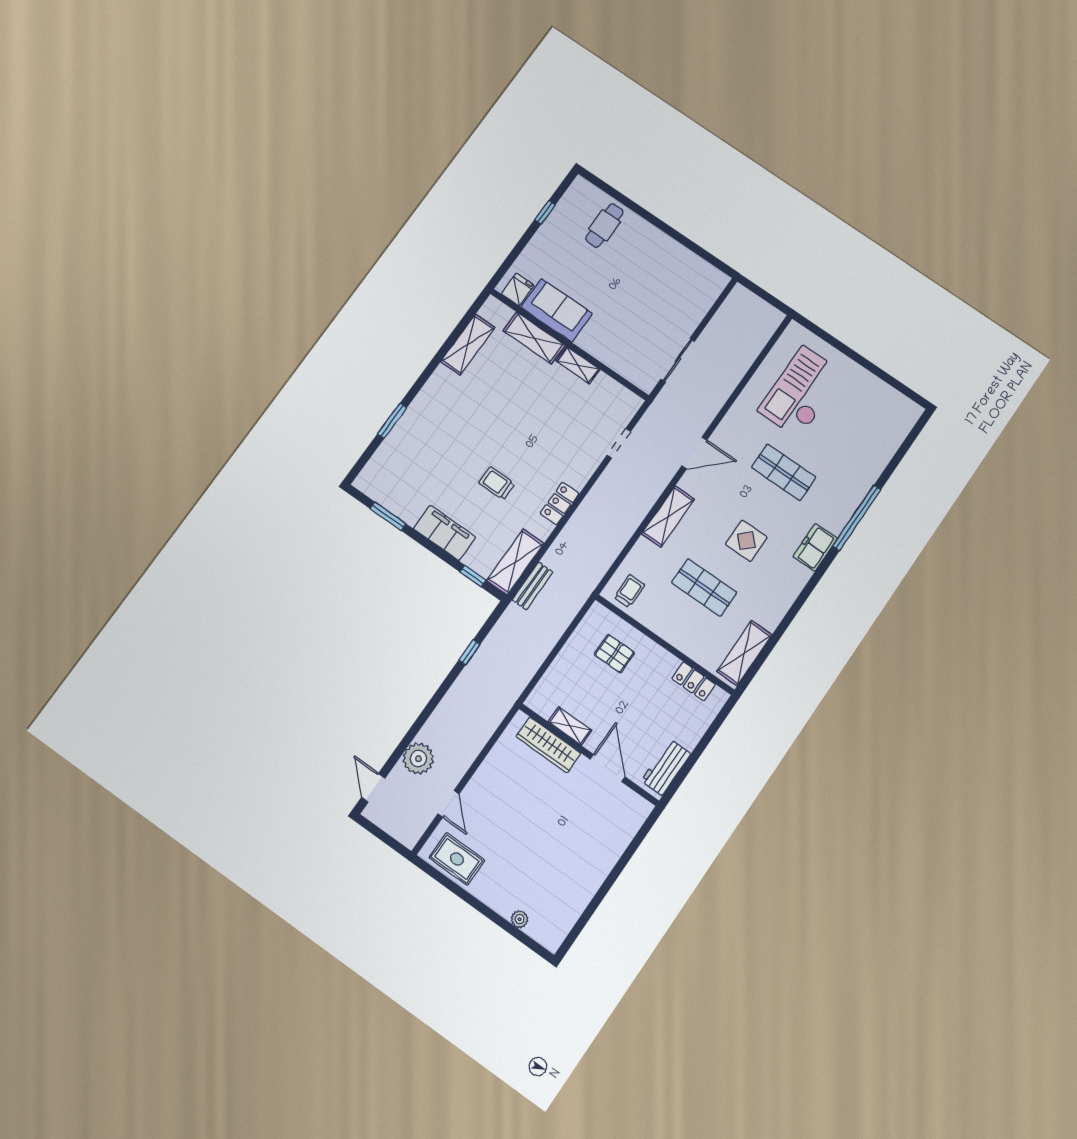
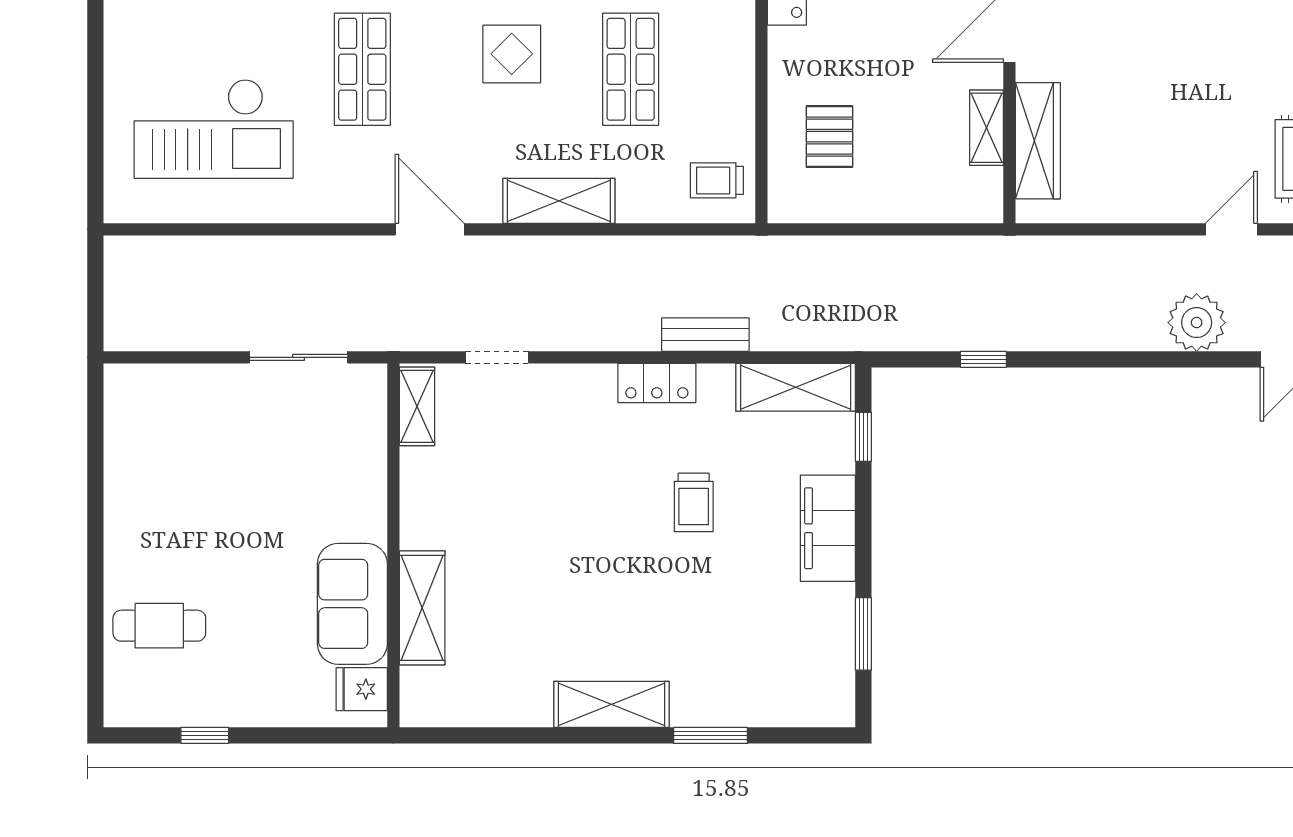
shelving: (468, 344) -> (611, 704), moved
shelving: (578, 365) -> (417, 406), moved
bench: (533, 586) -> (705, 335), moved

